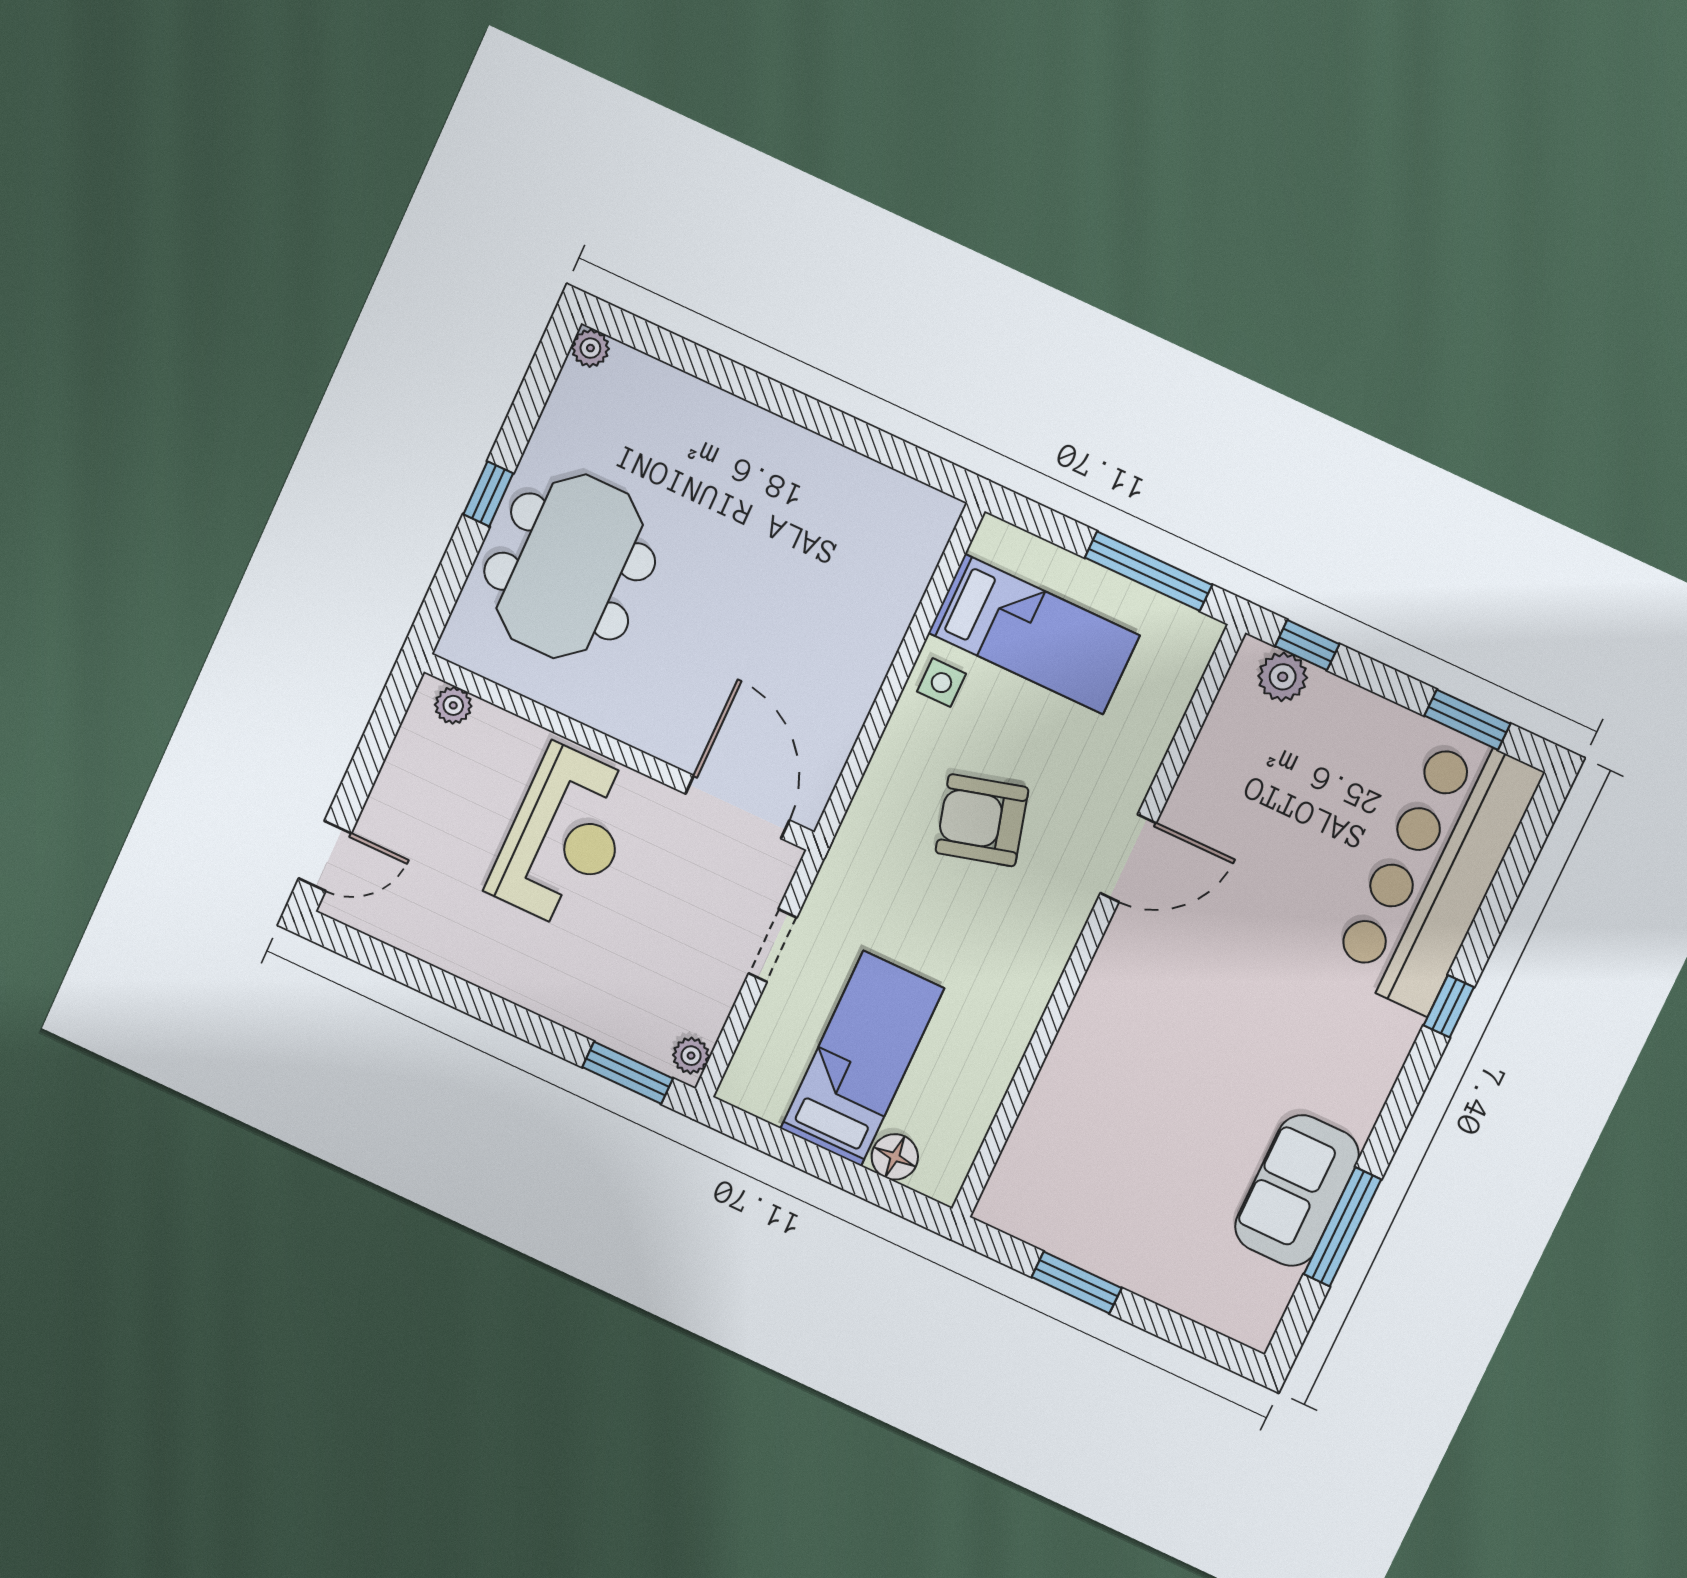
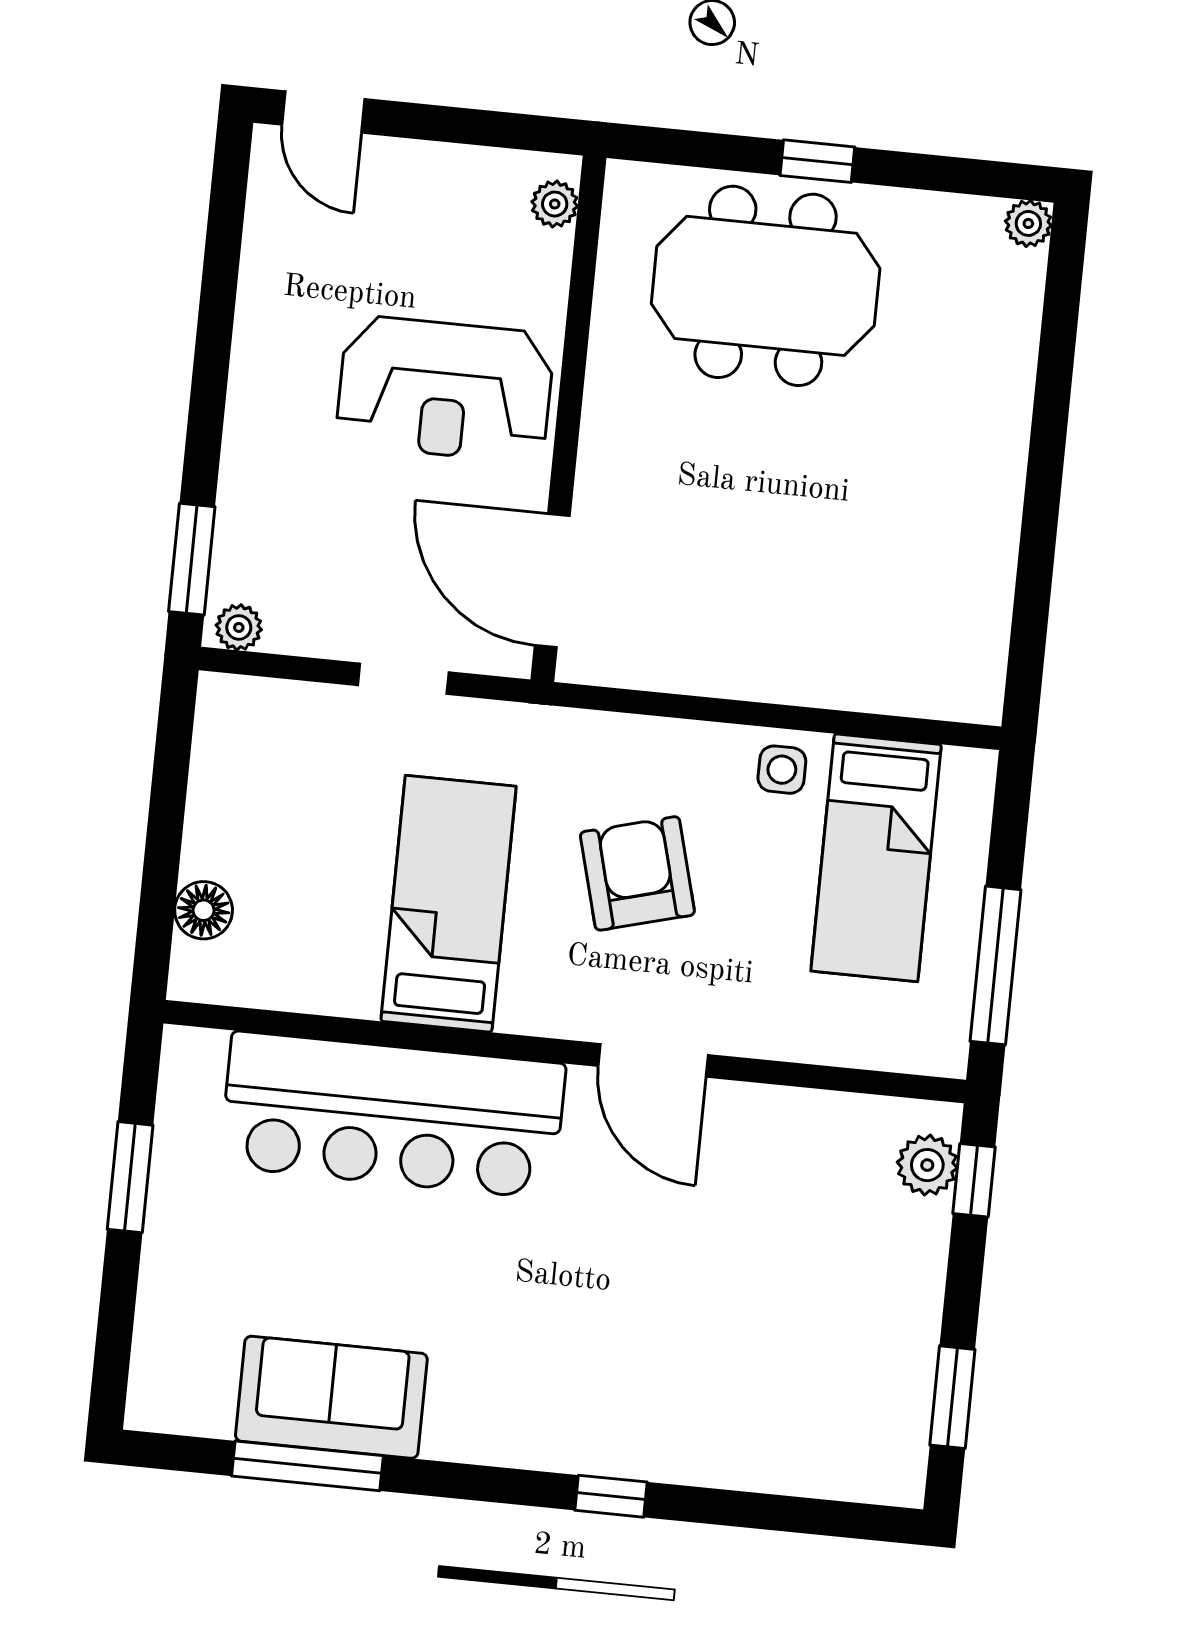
door: (737, 807) -> (552, 581), swing flipped
bar counter: (1436, 872) -> (393, 1115), moved, turned 180
bed: (862, 1059) -> (449, 904), moved, turned -90

